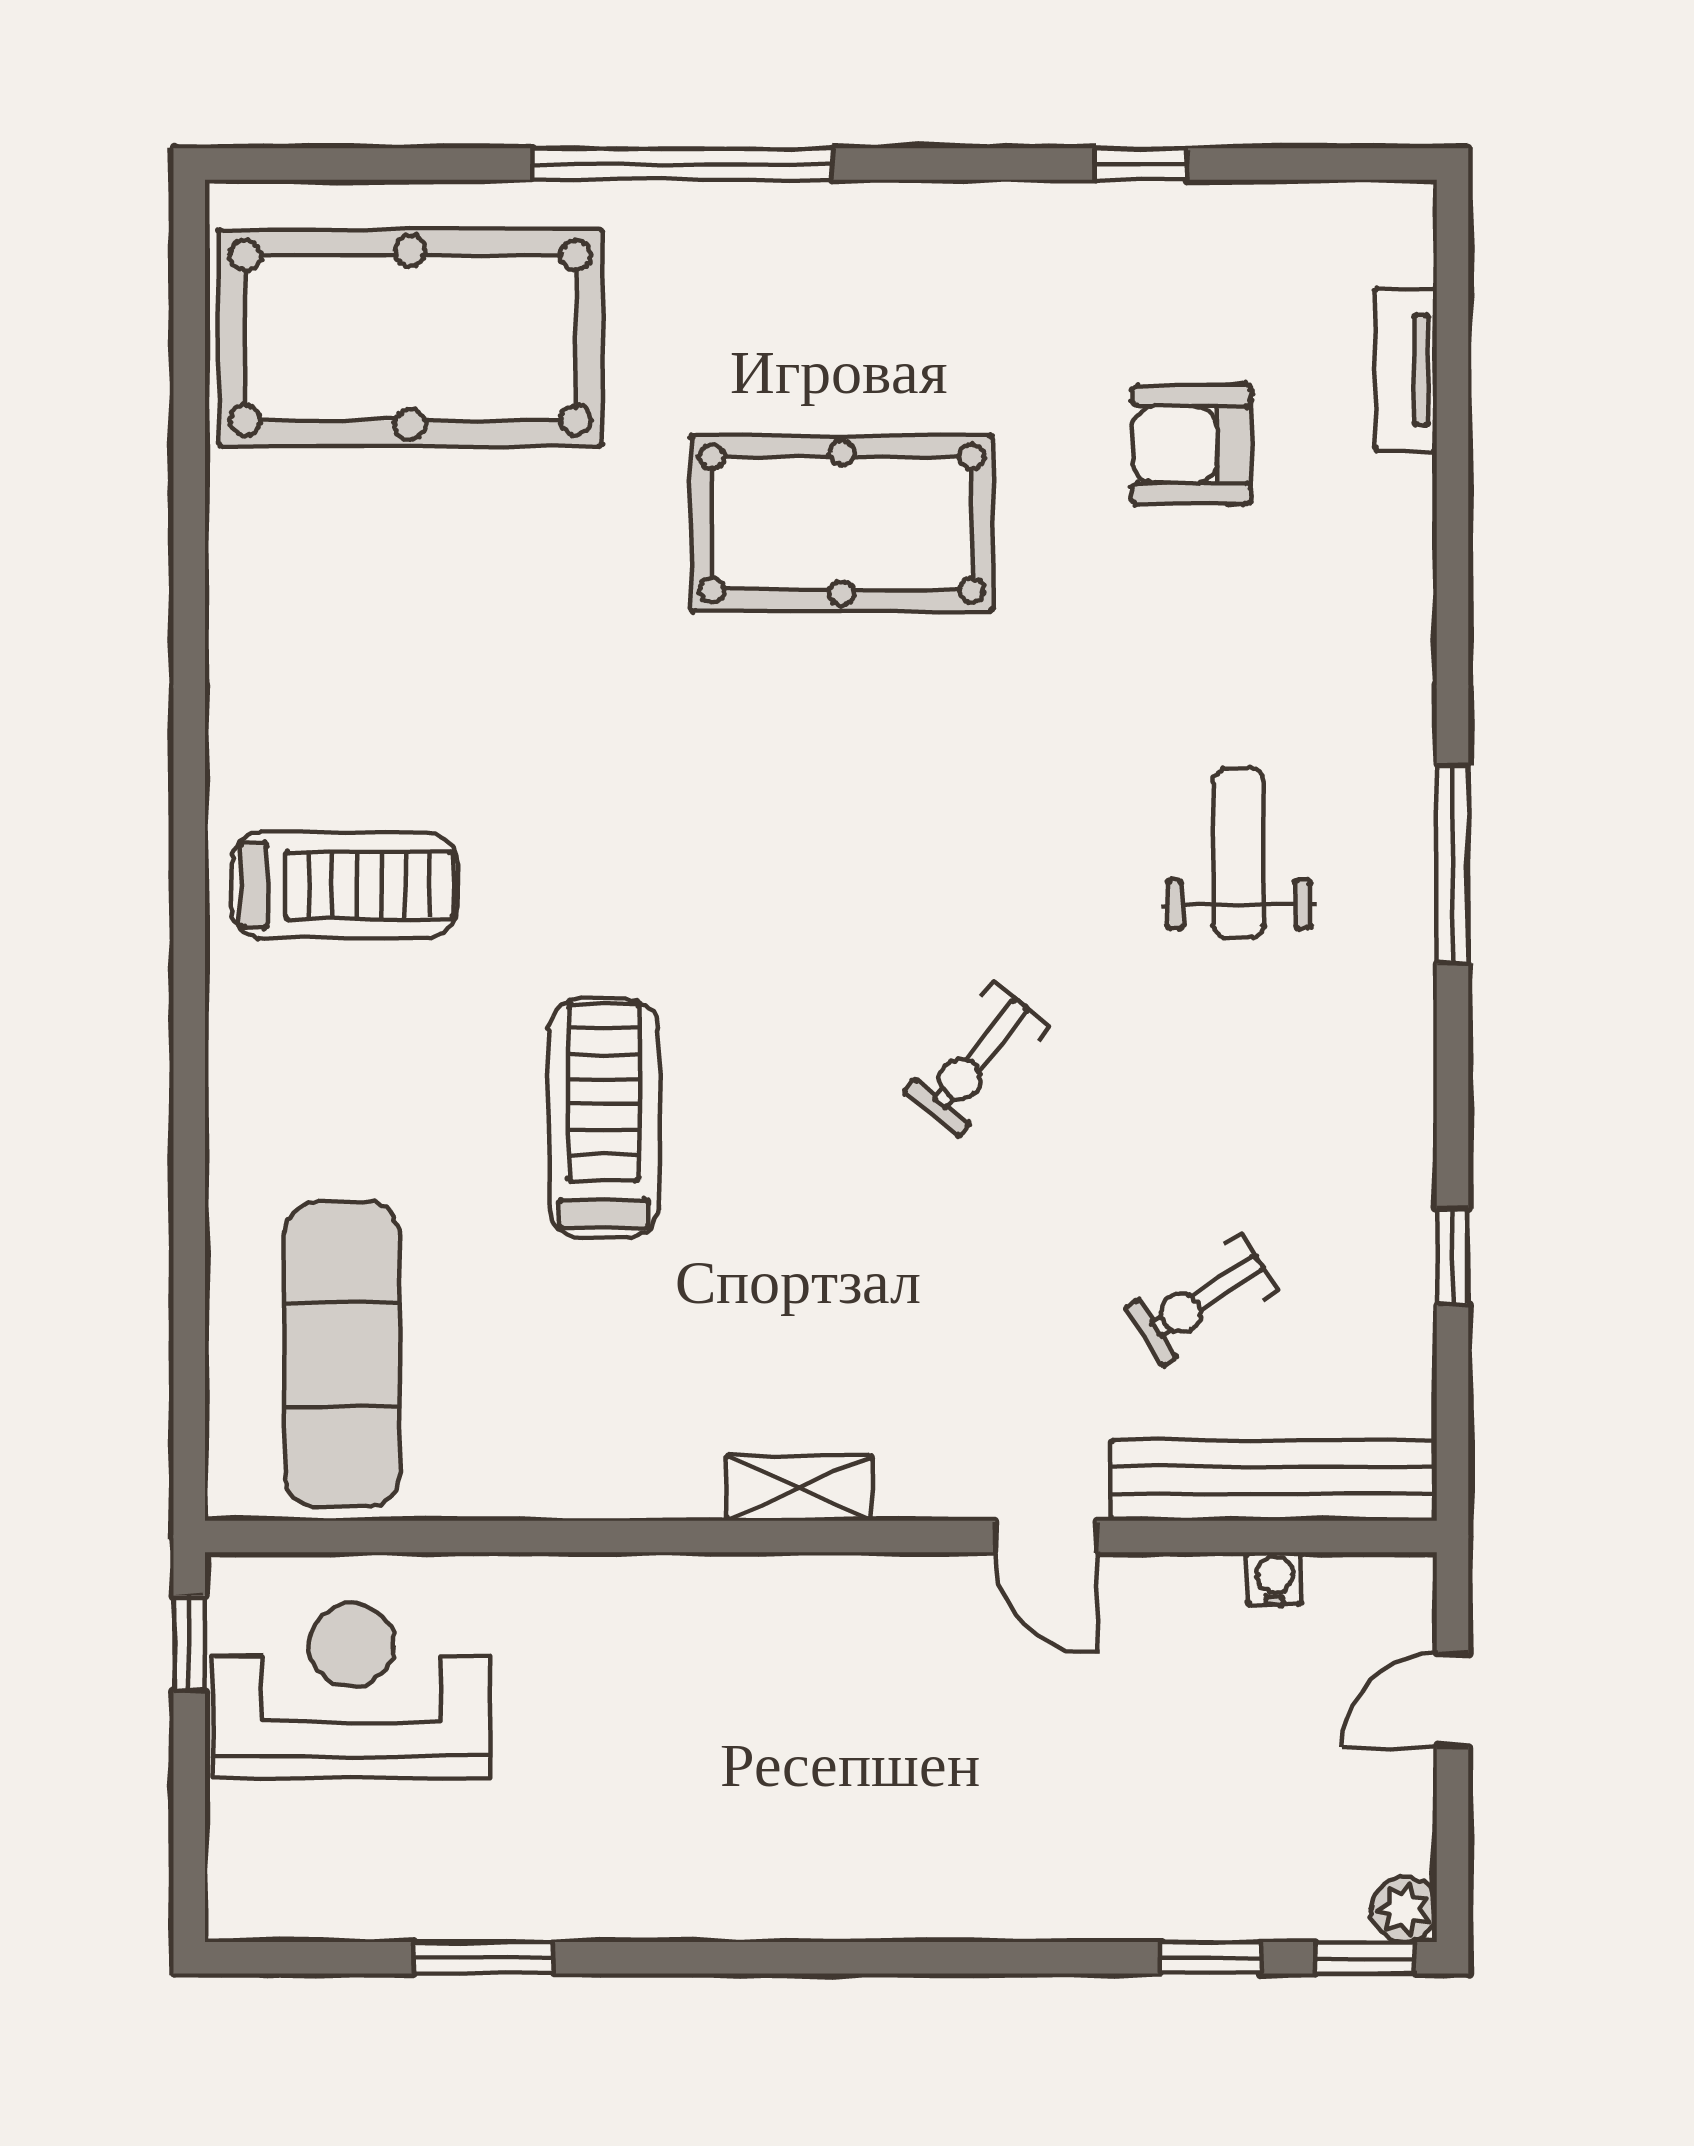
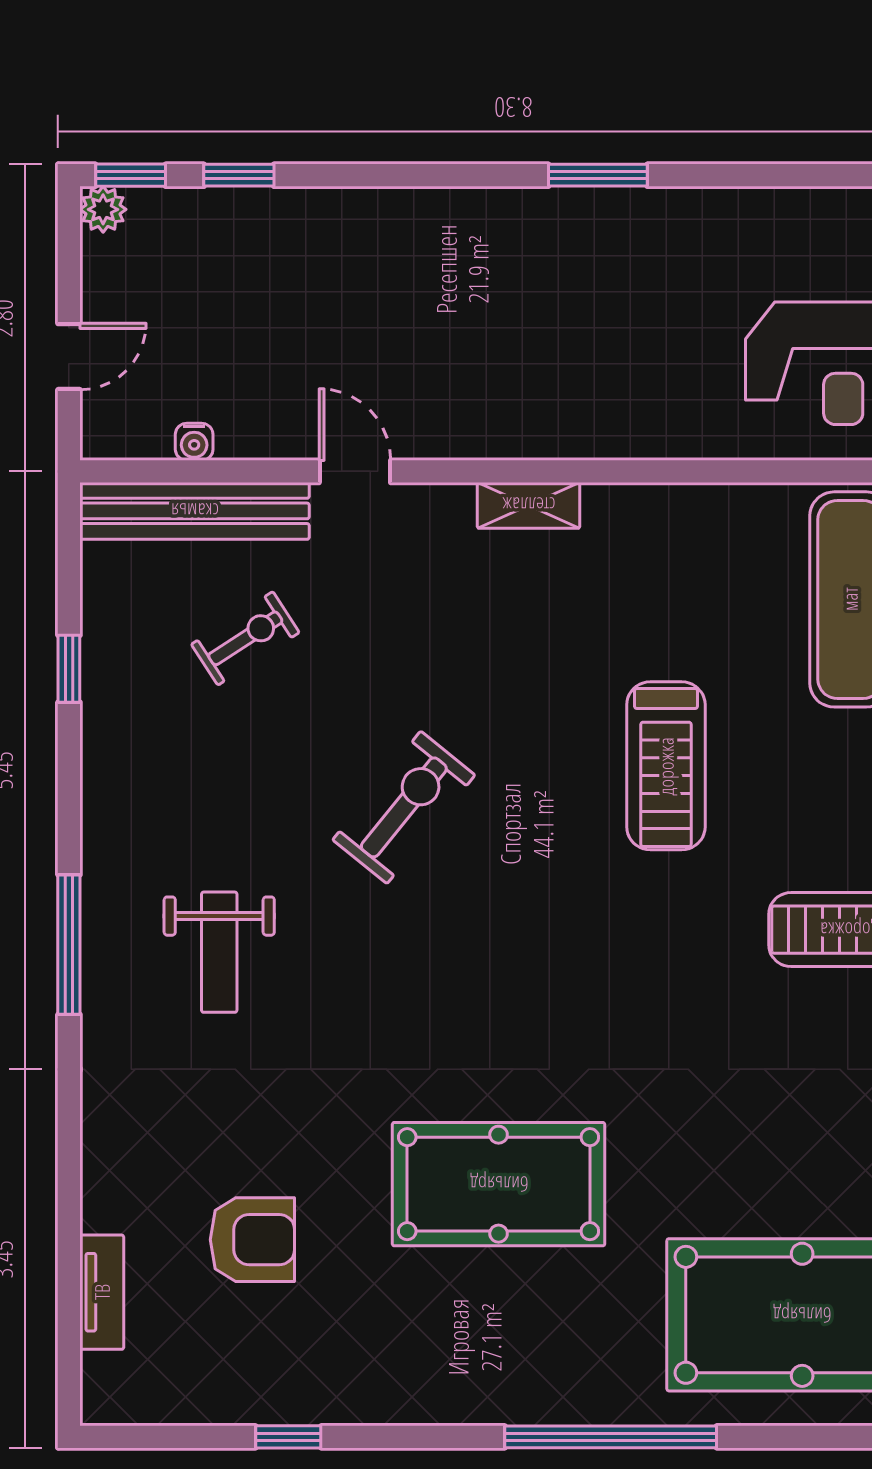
exercise bike: (976, 1059) -> (404, 807), width x1.38, depth x1.39
window: (483, 1958) -> (598, 175), moved

